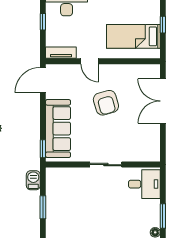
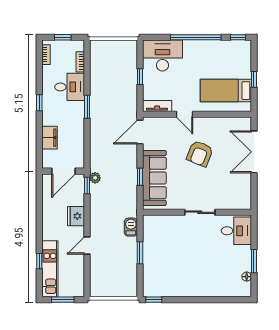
armchair: (106, 103) -> (200, 154), turned 38
window: (43, 149) -> (140, 177), moved

